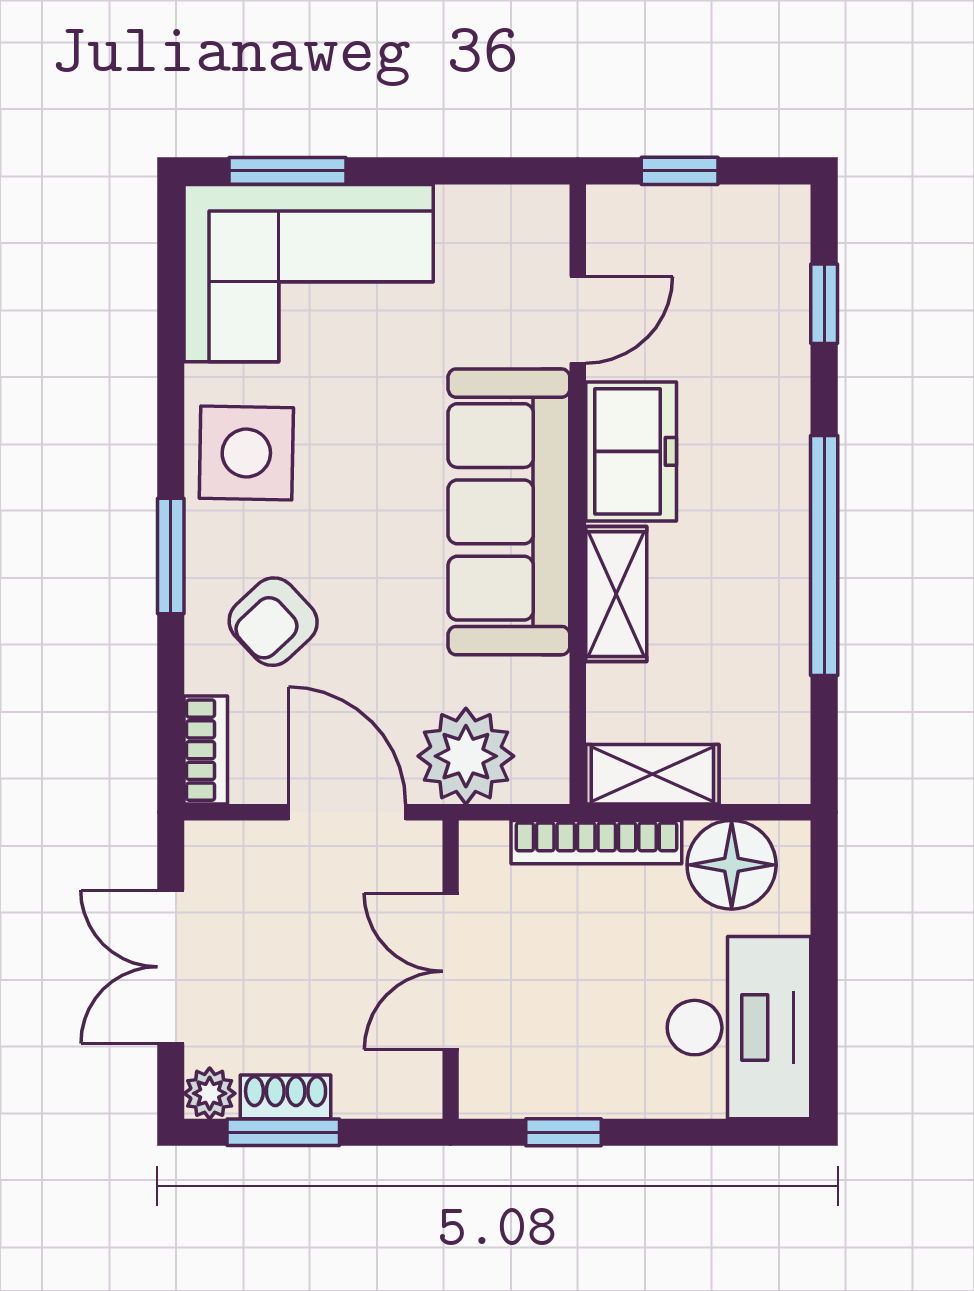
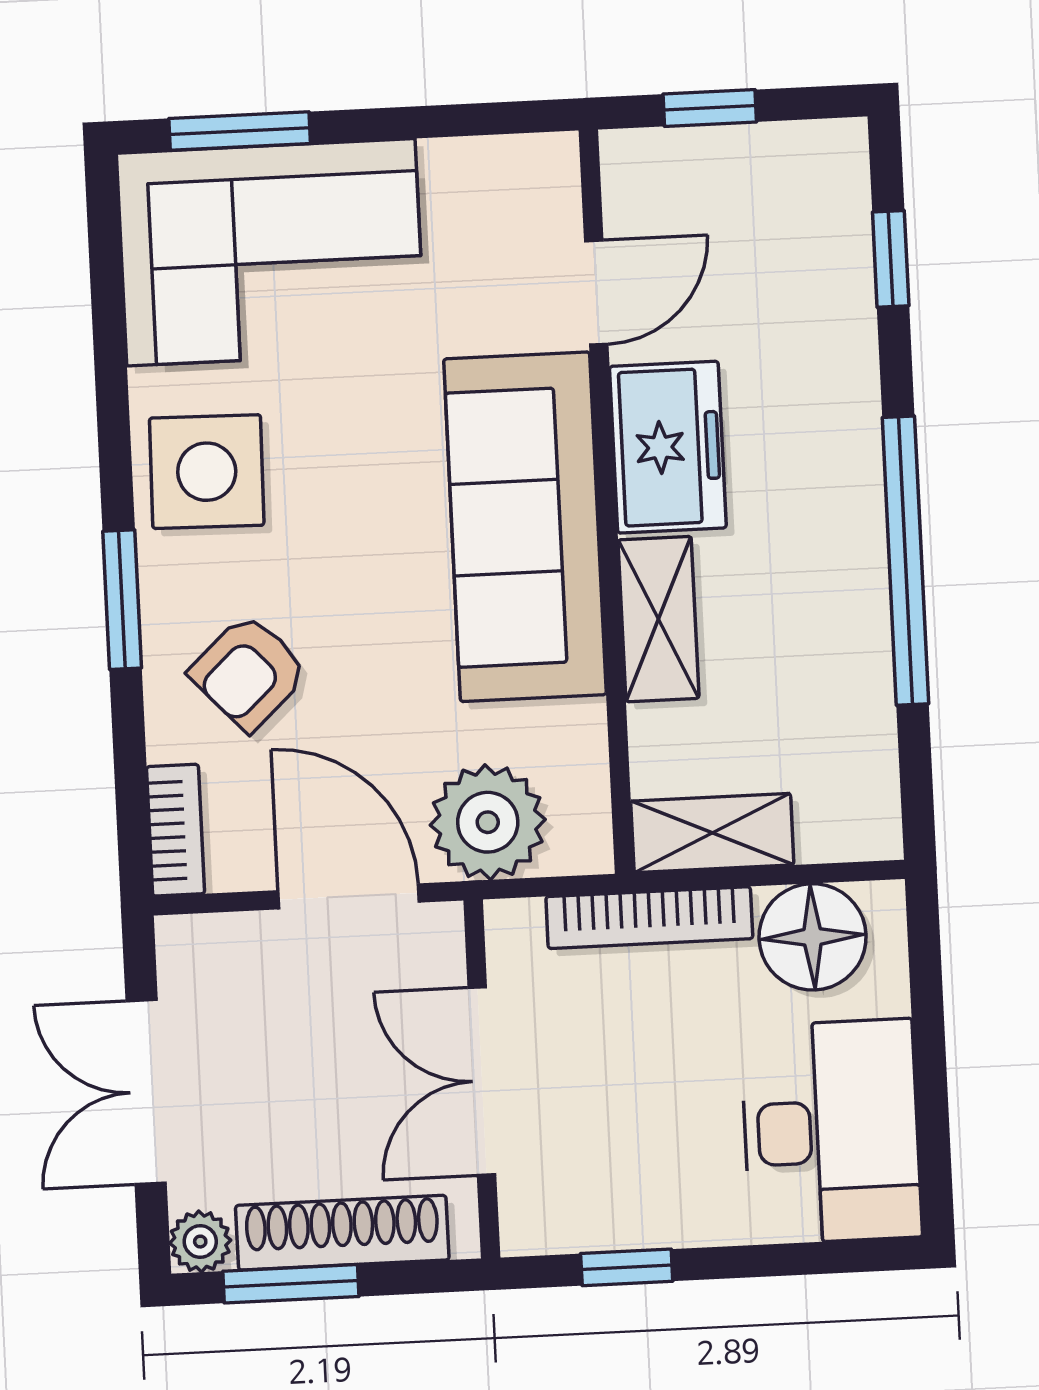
shoe rack: (286, 1097) -> (342, 1233), width x1.94, depth x1.24

